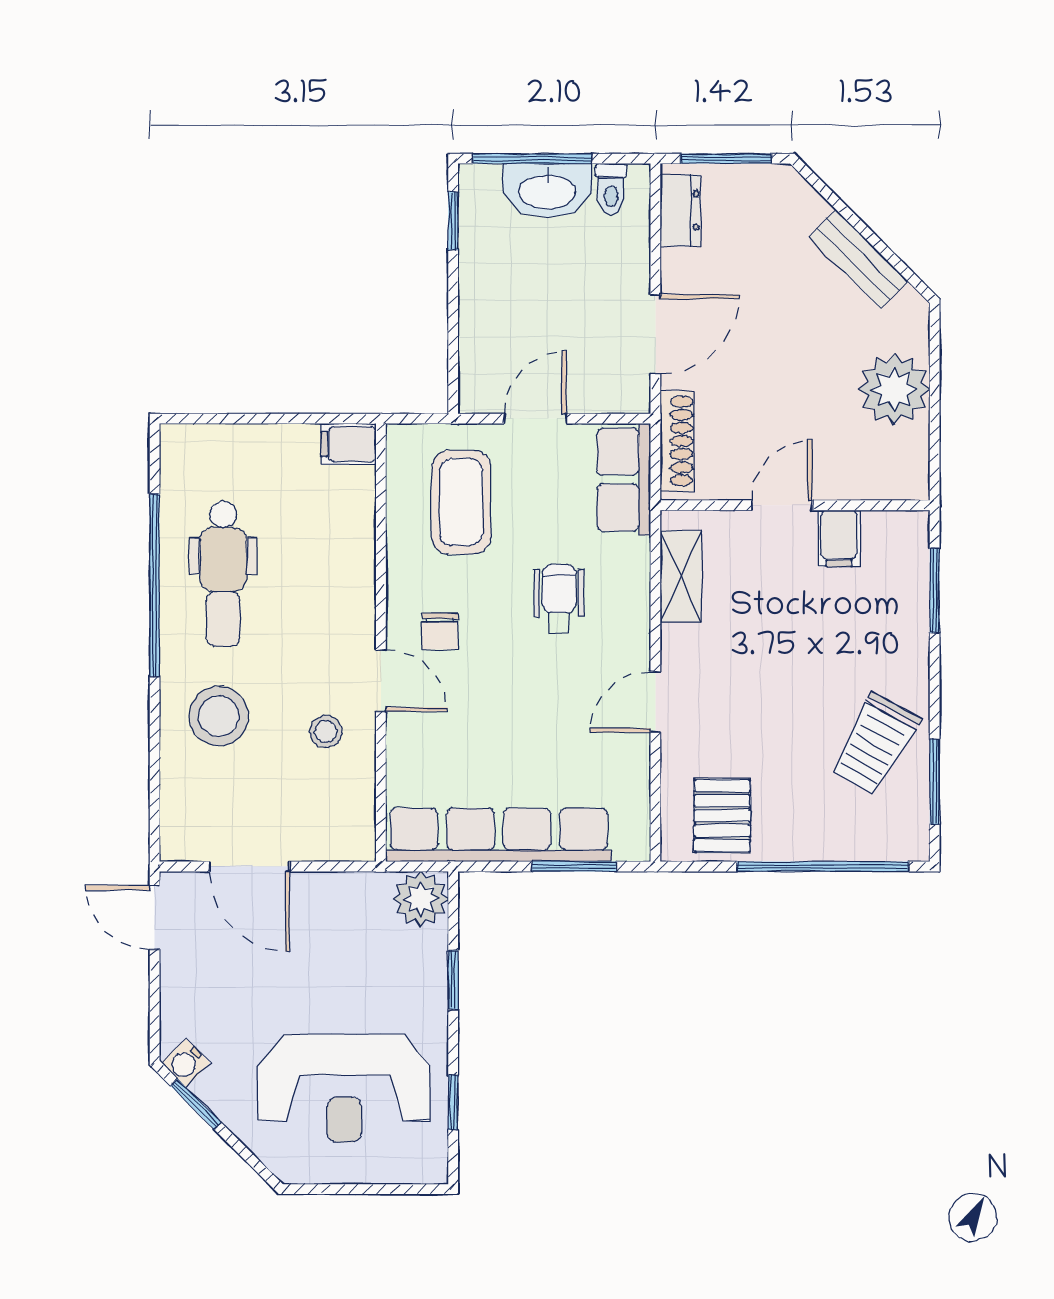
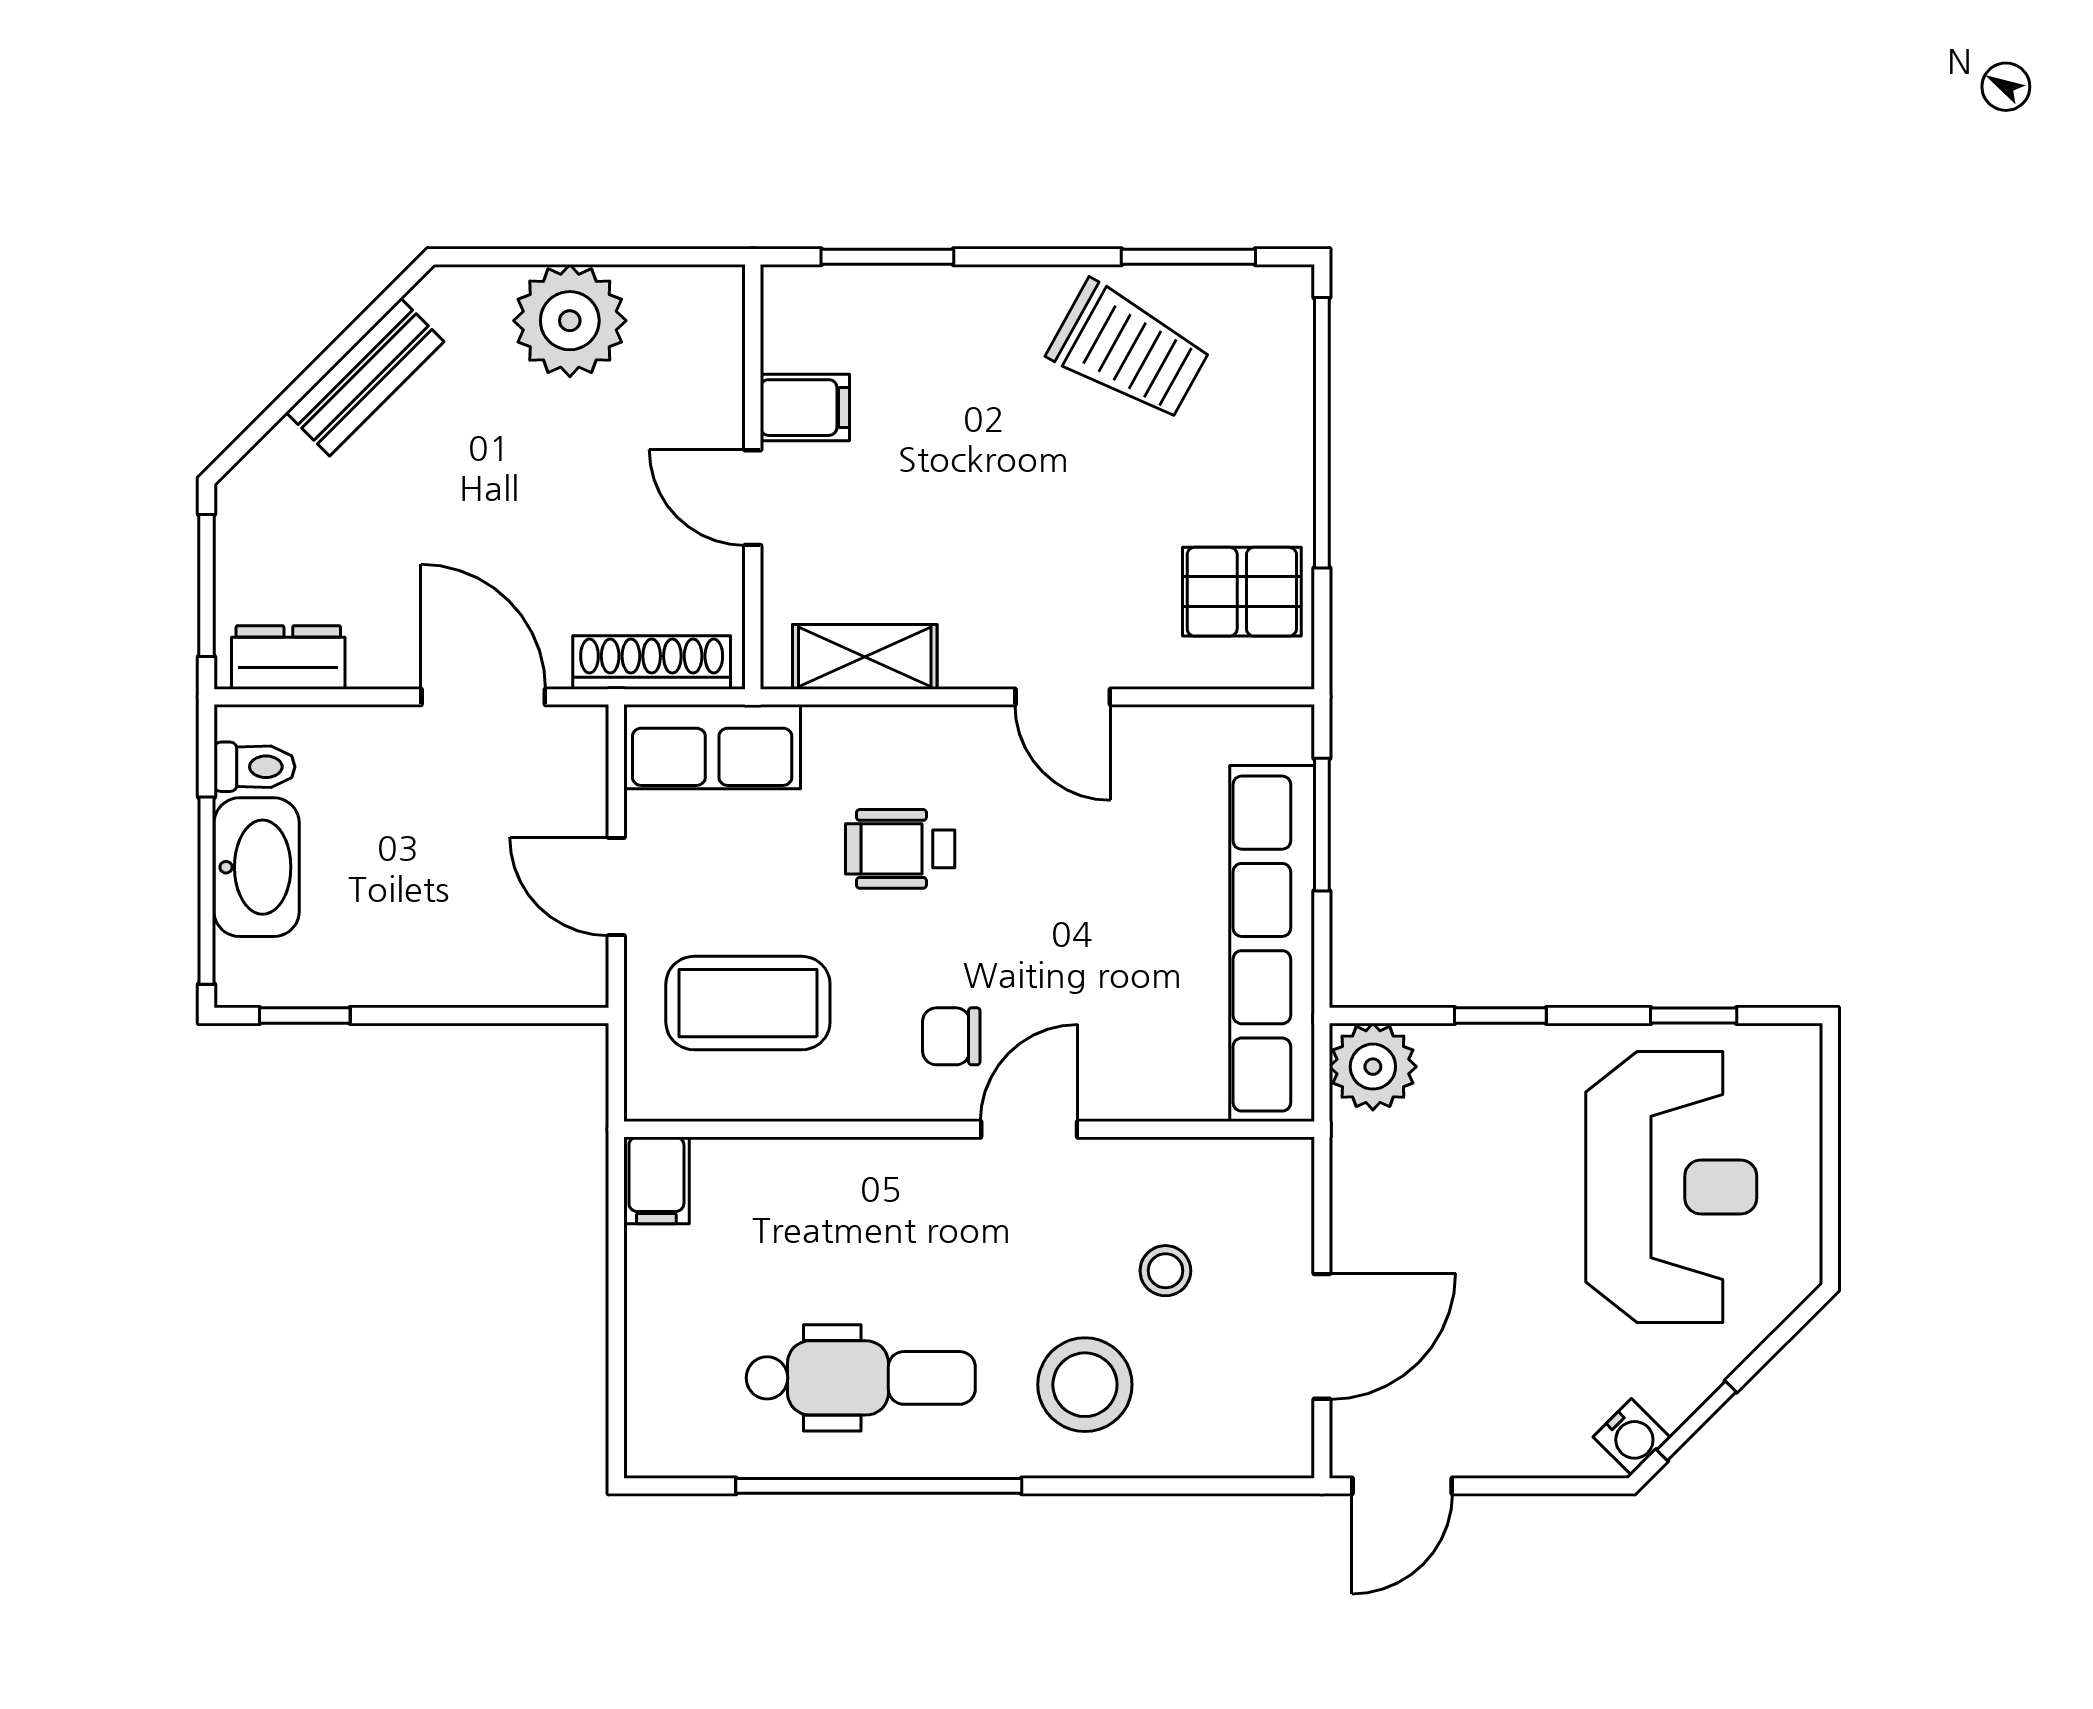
chair: (440, 631) -> (951, 1036), turned 180
stool: (326, 732) -> (1165, 1271), moved

